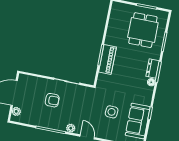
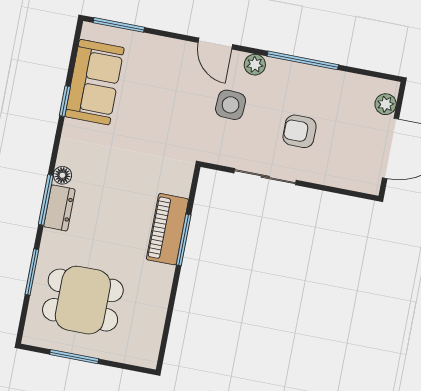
dining table: (143, 30) -> (83, 300), turned 90
side table: (112, 112) -> (231, 105), moved

